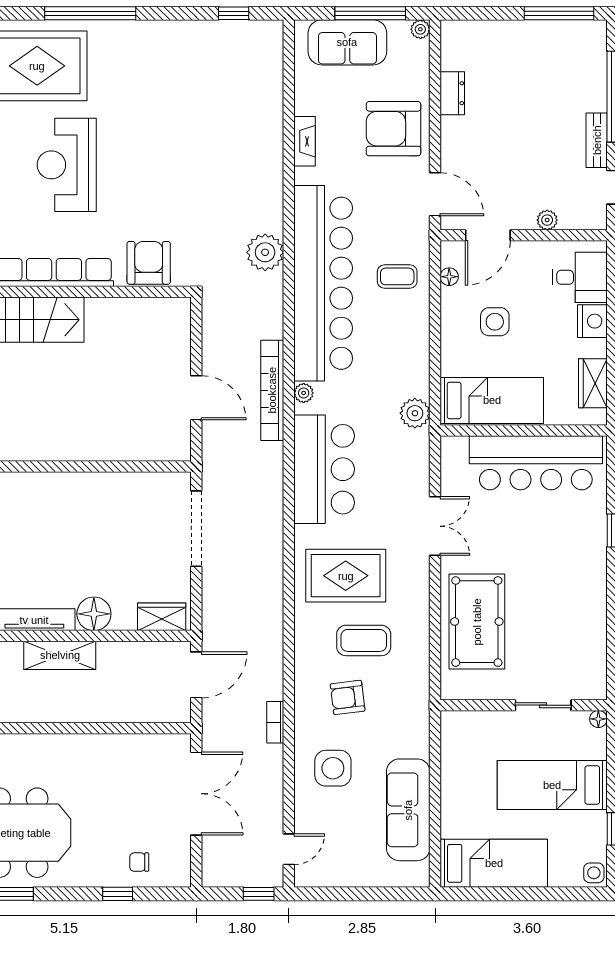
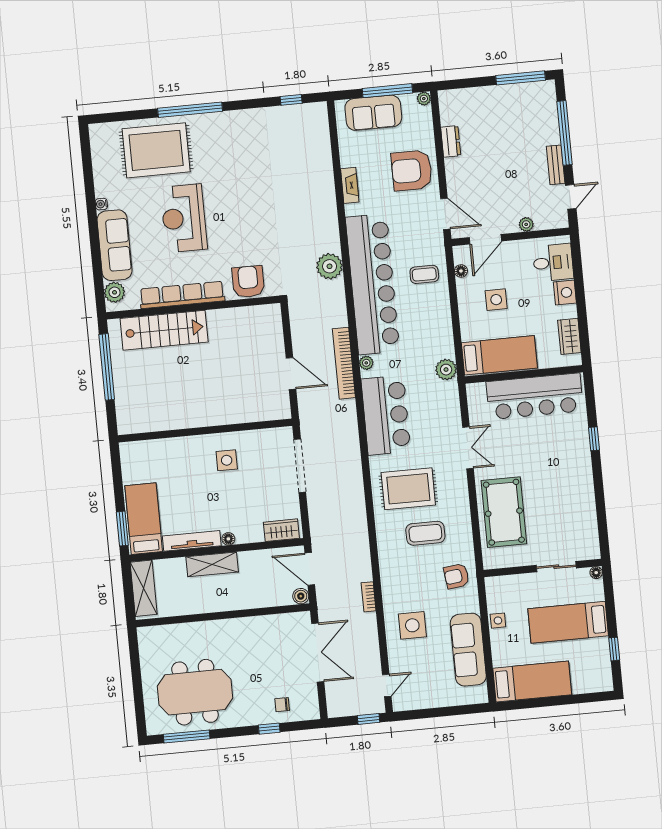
side table: (94, 511) -> (227, 460), added
floor lamp: (94, 614) -> (228, 539), width x0.53, depth x0.53
door: (196, 675) -> (310, 569), swing flipped
armchair: (348, 697) -> (456, 576), moved
boiler: (180, 712) -> (301, 596), added
side table: (594, 873) -> (498, 621), moved

